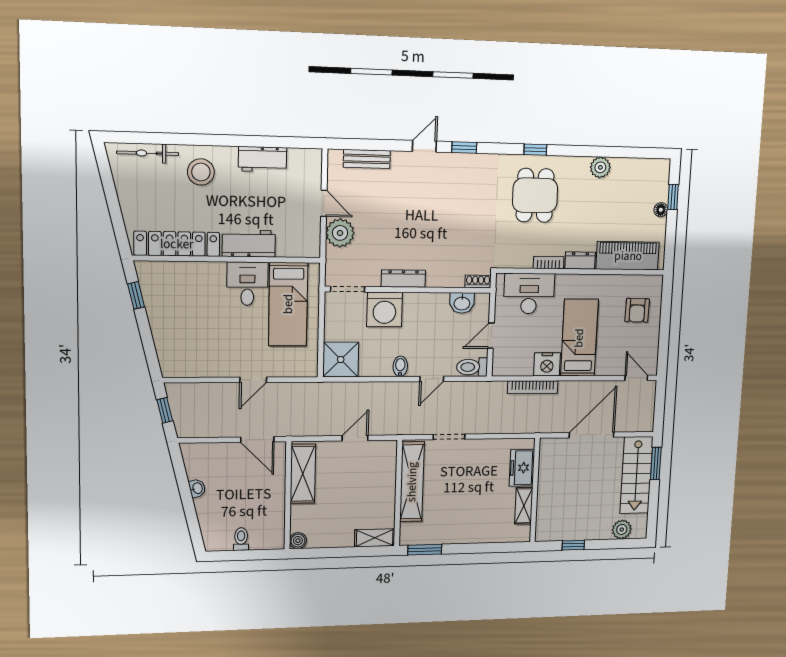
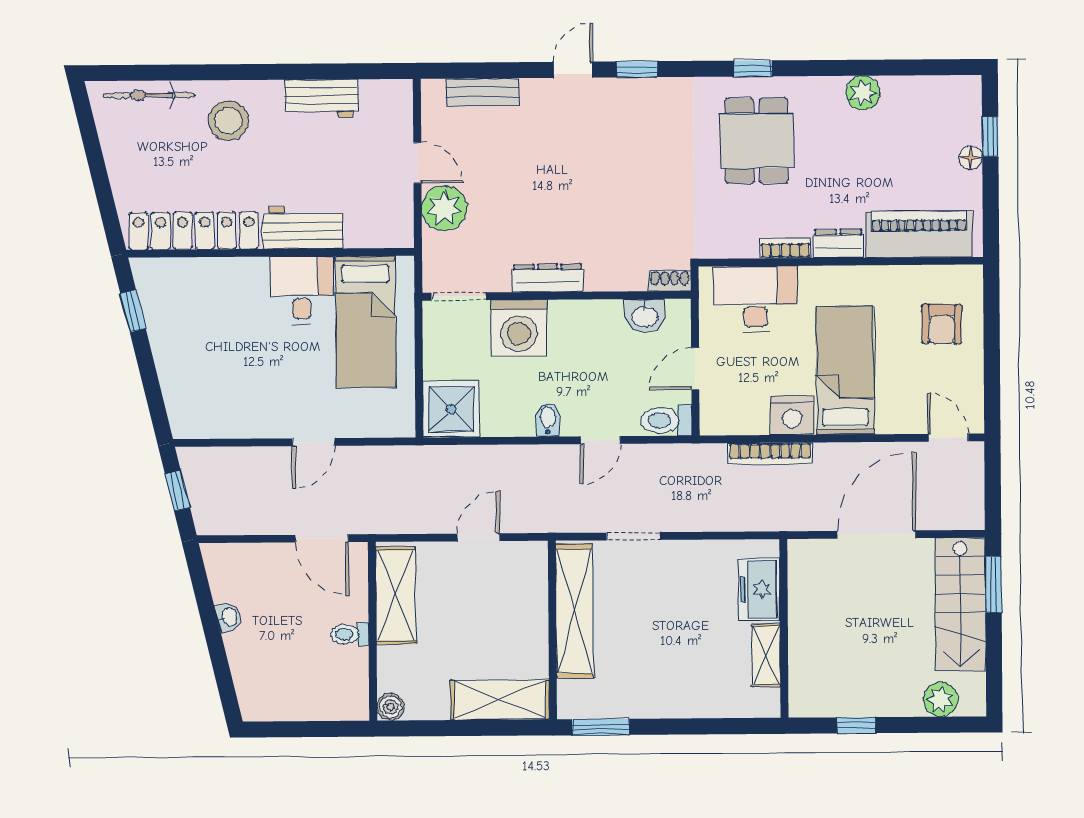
shelving: (375, 538) -> (500, 700), width x1.50, depth x1.33
toilet: (241, 539) -> (350, 634), moved, turned -90

